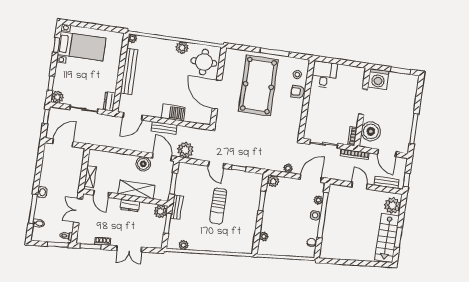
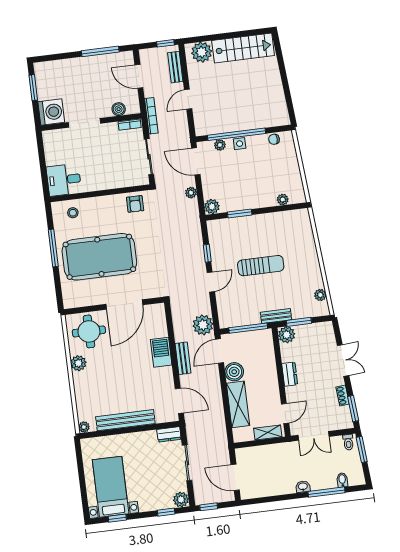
armchair: (297, 92) -> (135, 204), moved
boiler: (371, 131) -> (119, 109), width x0.54, depth x0.54
door: (387, 153) -> (139, 76), swing flipped
window: (173, 184) -> (248, 328), width x1.44
shelving: (136, 190) -> (238, 404), moved
window: (398, 237) -> (239, 34), removed

